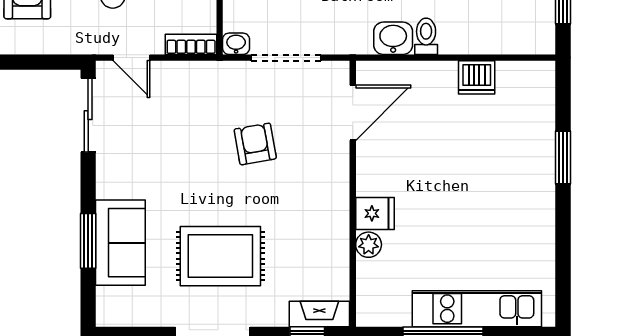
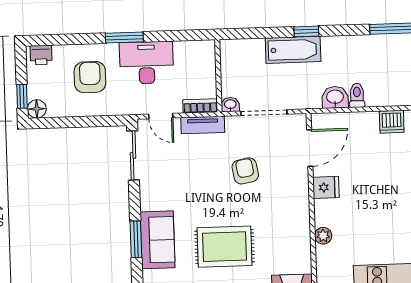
tv unit: (194, 73) -> (203, 125), added
fridge: (375, 213) -> (326, 187), moved

